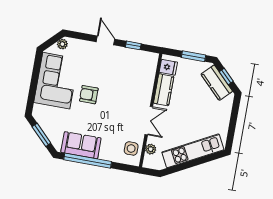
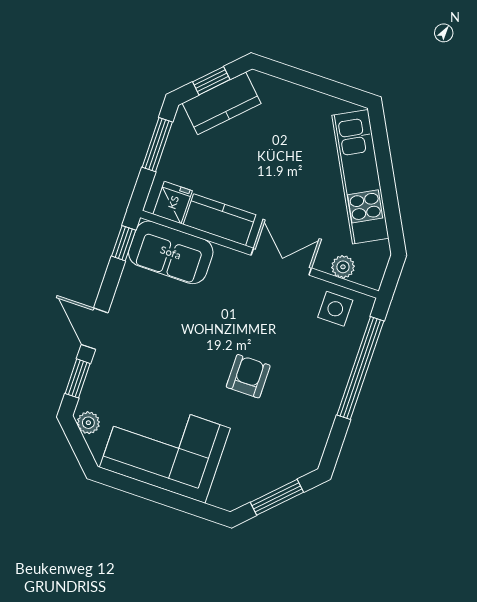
window: (82, 36) -> (78, 378), added
door: (106, 40) -> (95, 329), hinge flipped
window: (133, 45) -> (124, 243), moved
armchair: (89, 95) -> (248, 376), moved, turned 180
sofa: (81, 145) -> (171, 252), moved, turned -90
window: (88, 161) -> (360, 368), moved

